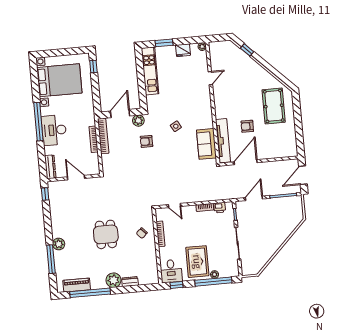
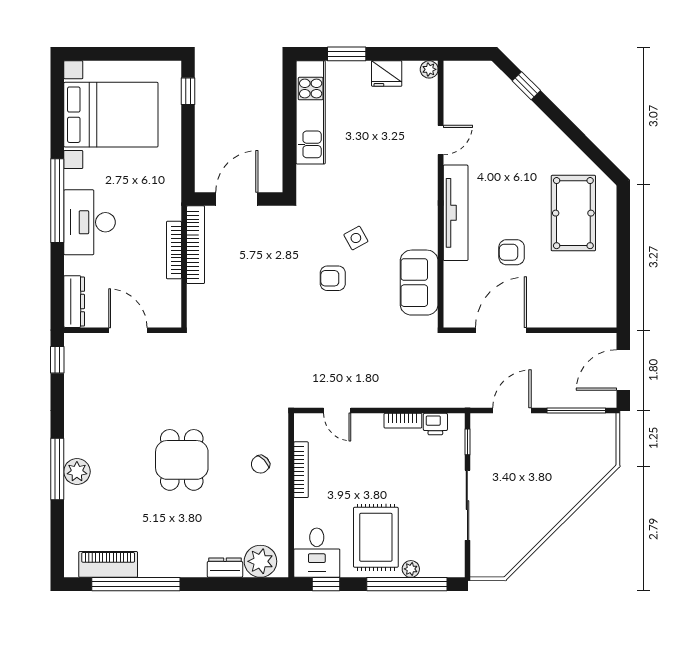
plant: (138, 121) -> (275, 218), removed
armchair: (146, 141) -> (333, 278), moved
tv unit: (223, 141) -> (456, 213), moved
window: (51, 259) -> (57, 469), moved
plant: (114, 280) -> (260, 561), moved

